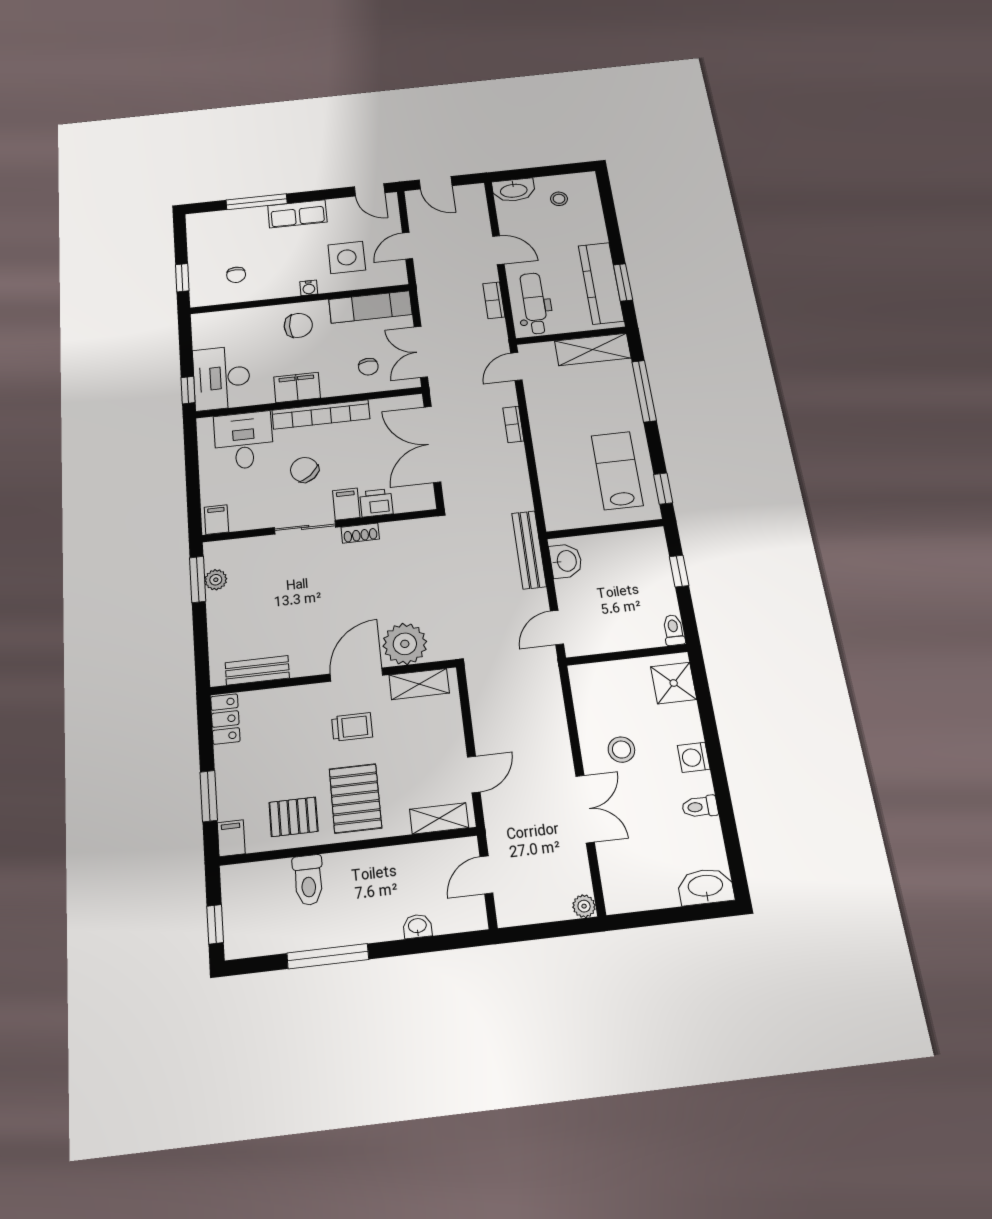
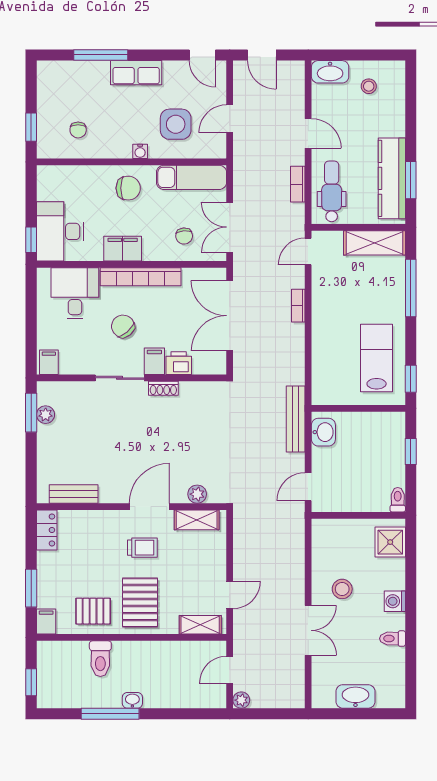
plant: (405, 644) -> (197, 494), width x0.53, depth x0.53
washbasin: (706, 887) -> (355, 696), moved
plant: (584, 906) -> (241, 700), moved
washbasin: (417, 926) -> (132, 700), moved

